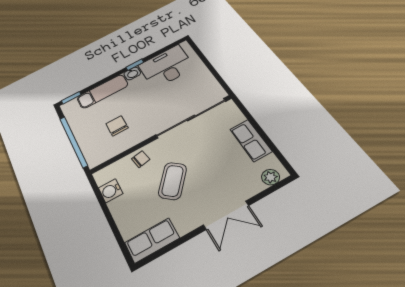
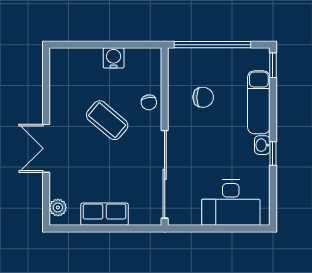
desk: (166, 67) -> (231, 203), moved, turned 90
water cooler: (111, 191) -> (114, 58), moved
row of seats: (152, 240) -> (61, 73), removed

